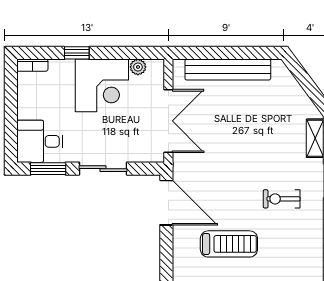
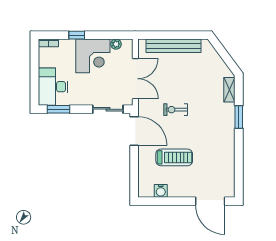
desk: (40, 141) -> (53, 87), width x1.37
sliding door: (103, 169) -> (108, 109), moved
exercise bike: (282, 199) -> (176, 110), moved

